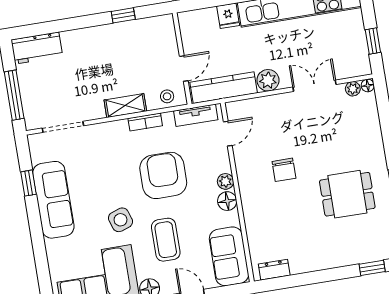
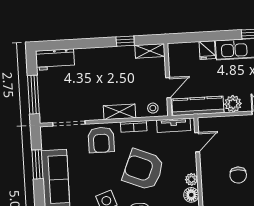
shelving: (156, 24) -> (150, 51), added
armchair: (106, 143) -> (101, 140), added
armchair: (163, 175) -> (143, 170), turned -68
window: (29, 183) -> (37, 164), width x1.50

